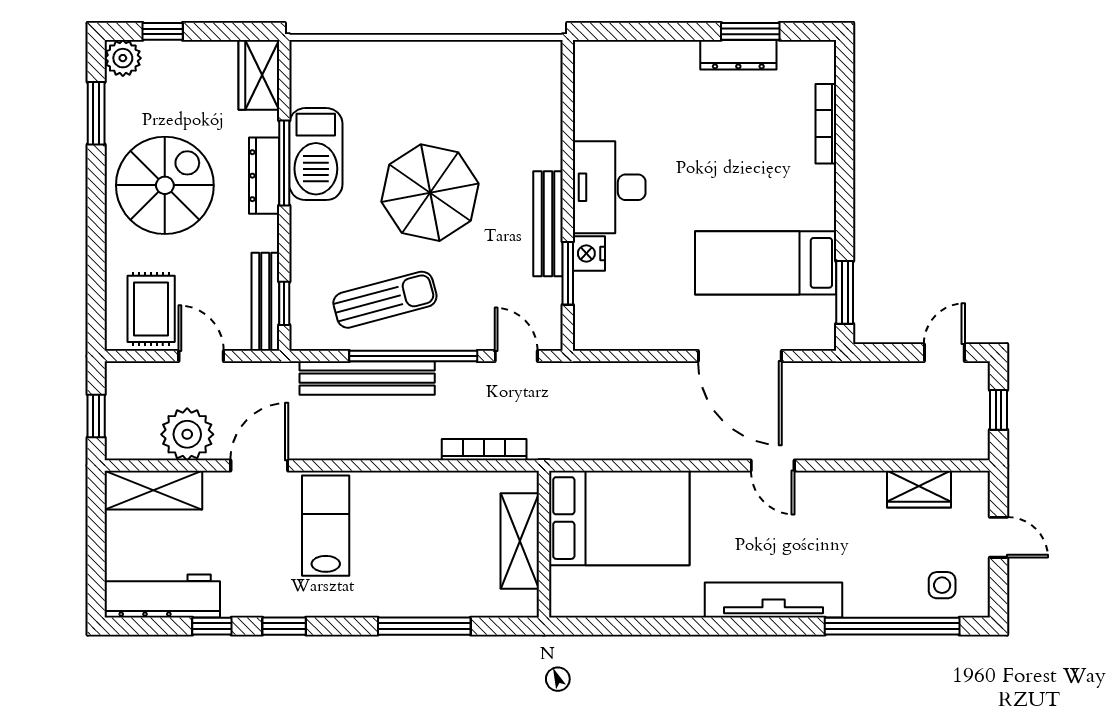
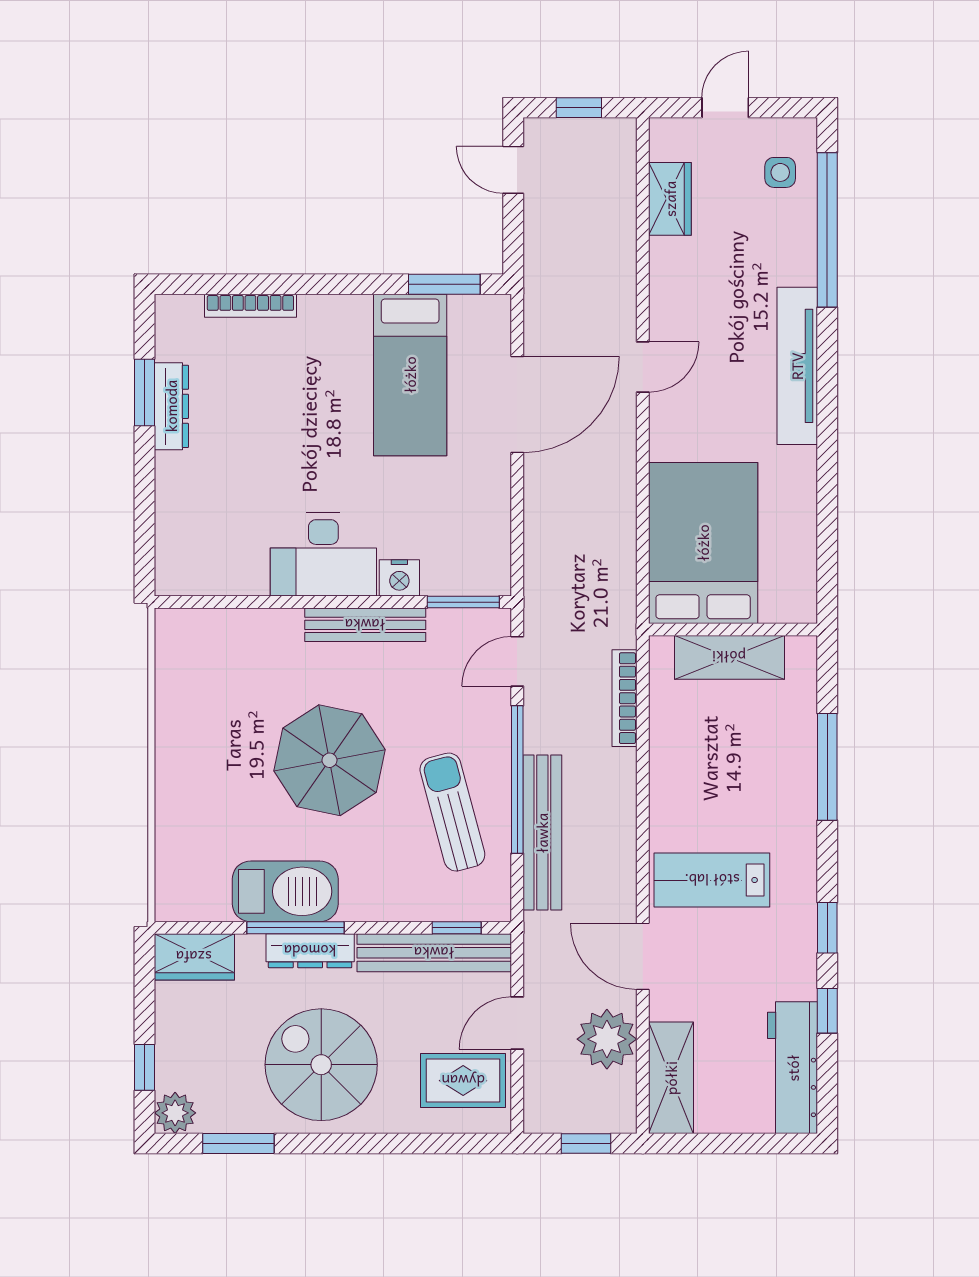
window: (568, 273) -> (463, 602), moved
bench: (265, 302) -> (434, 953), width x1.37, depth x1.21

